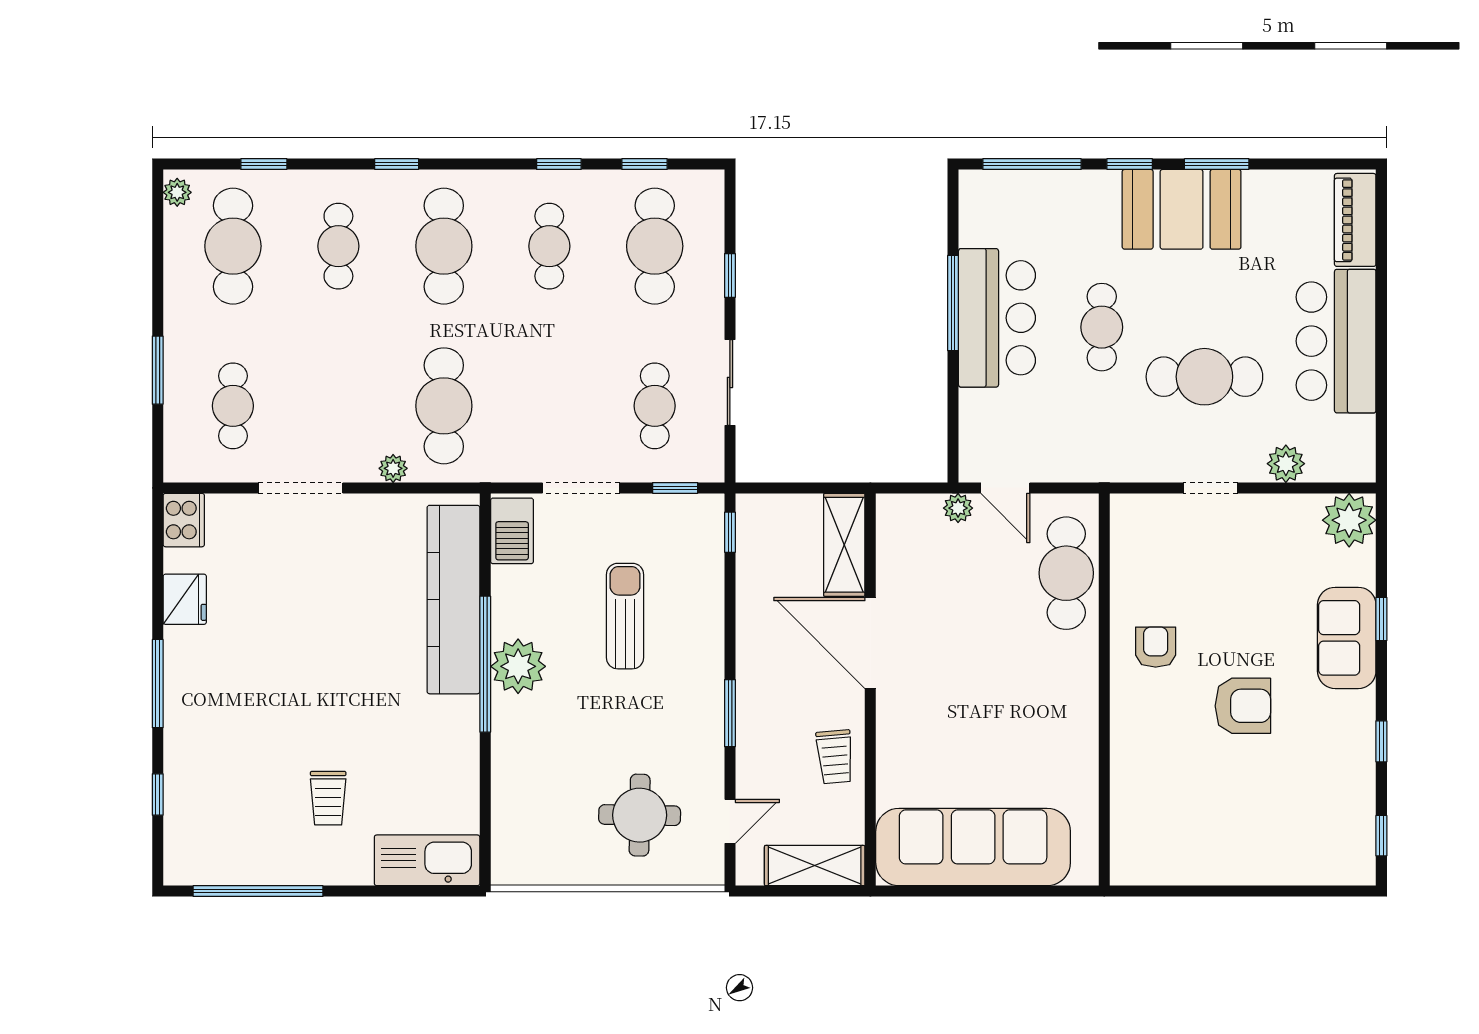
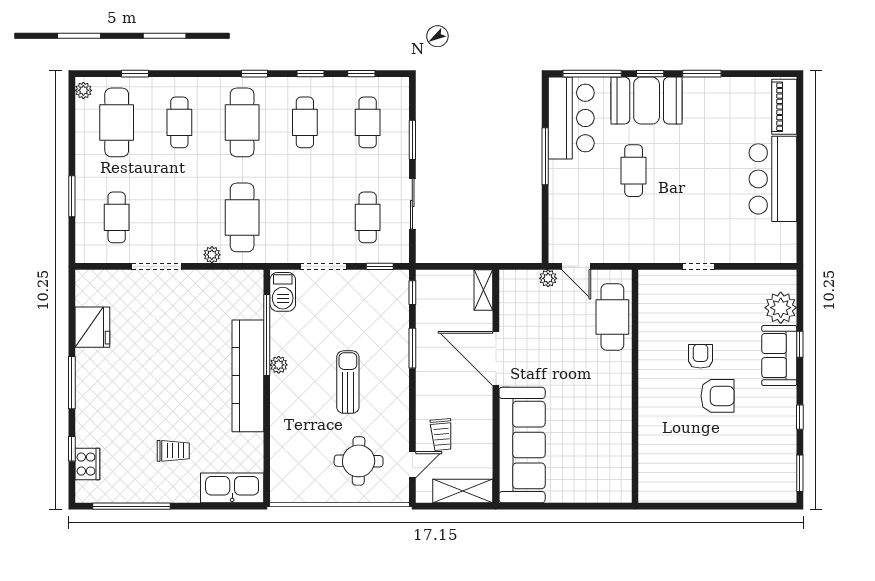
window: (397, 164) -> (255, 74), moved
booth: (1182, 209) -> (647, 101), moved
cafe table: (655, 246) -> (368, 122), width x0.73, depth x0.74
window: (730, 275) -> (412, 140), width x1.50
bar counter: (997, 318) -> (571, 118), moved
cafe table: (1204, 377) -> (695, 200), removed
plant: (1286, 464) -> (743, 252), removed
cooker: (184, 520) -> (87, 464), moved
plant: (1349, 520) -> (781, 308), moved
shelving: (844, 545) -> (483, 290), width x0.67, depth x0.75
fridge: (185, 599) -> (92, 327), width x1.36, depth x1.34
kitchen counter: (453, 600) -> (248, 376), moved
sun lounger: (625, 616) -> (348, 382), moved
armchair: (1156, 647) -> (700, 356), moved
window: (485, 664) -> (267, 335), moved
plant: (518, 666) -> (279, 365), width x0.53, depth x0.53
window: (730, 713) -> (412, 348), moved
trolley: (835, 757) -> (442, 435), moved
trolley: (328, 798) -> (173, 451), turned -90
window: (1381, 836) -> (800, 473), width x1.50
sofa: (973, 847) -> (522, 445), moved, turned 90

